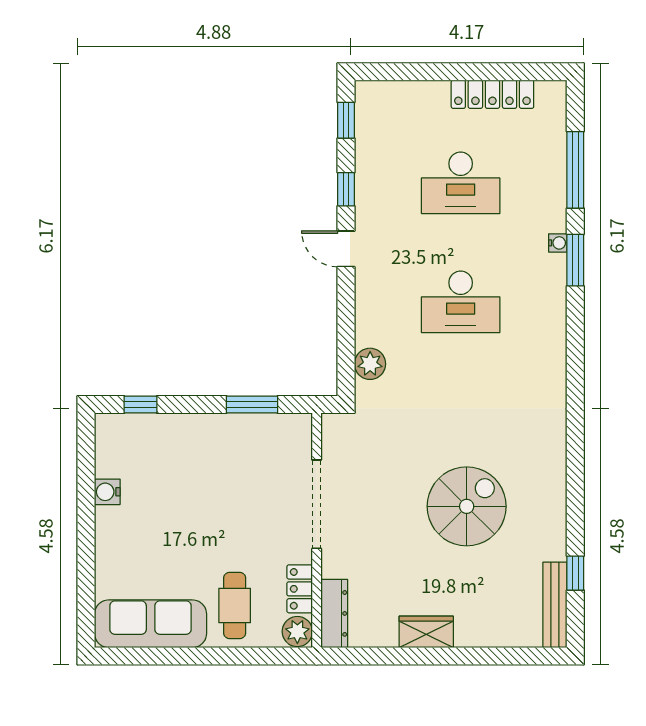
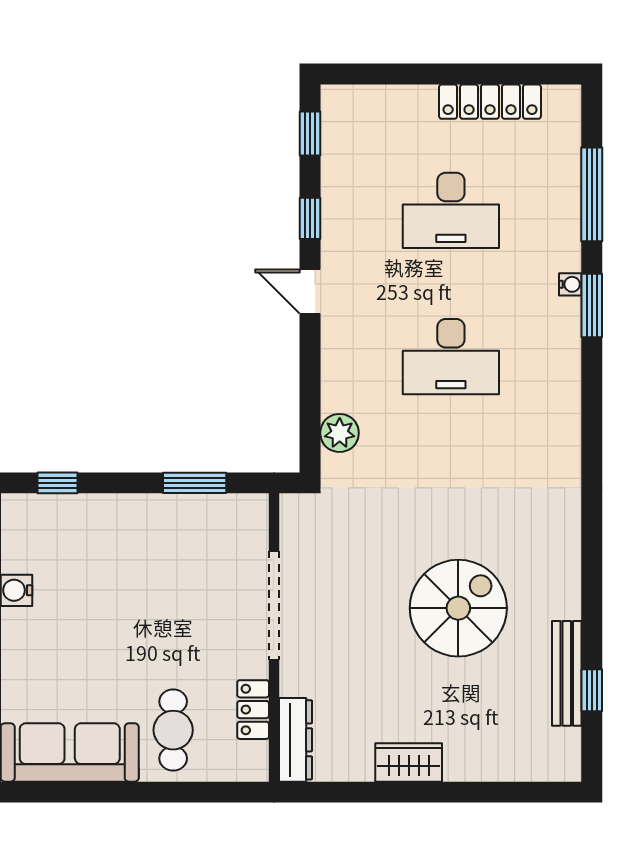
bench: (555, 605) -> (567, 673), moved
plant: (297, 632) -> (250, 762), removed

